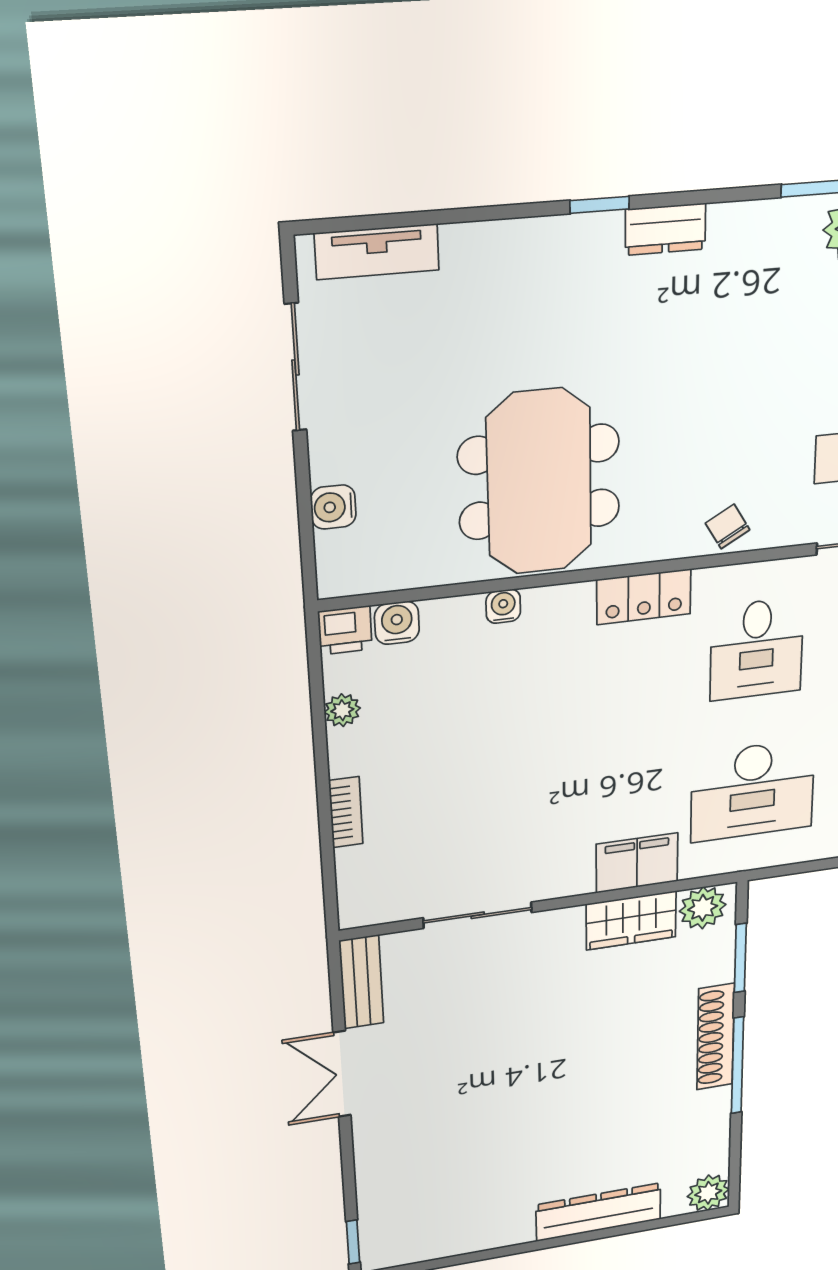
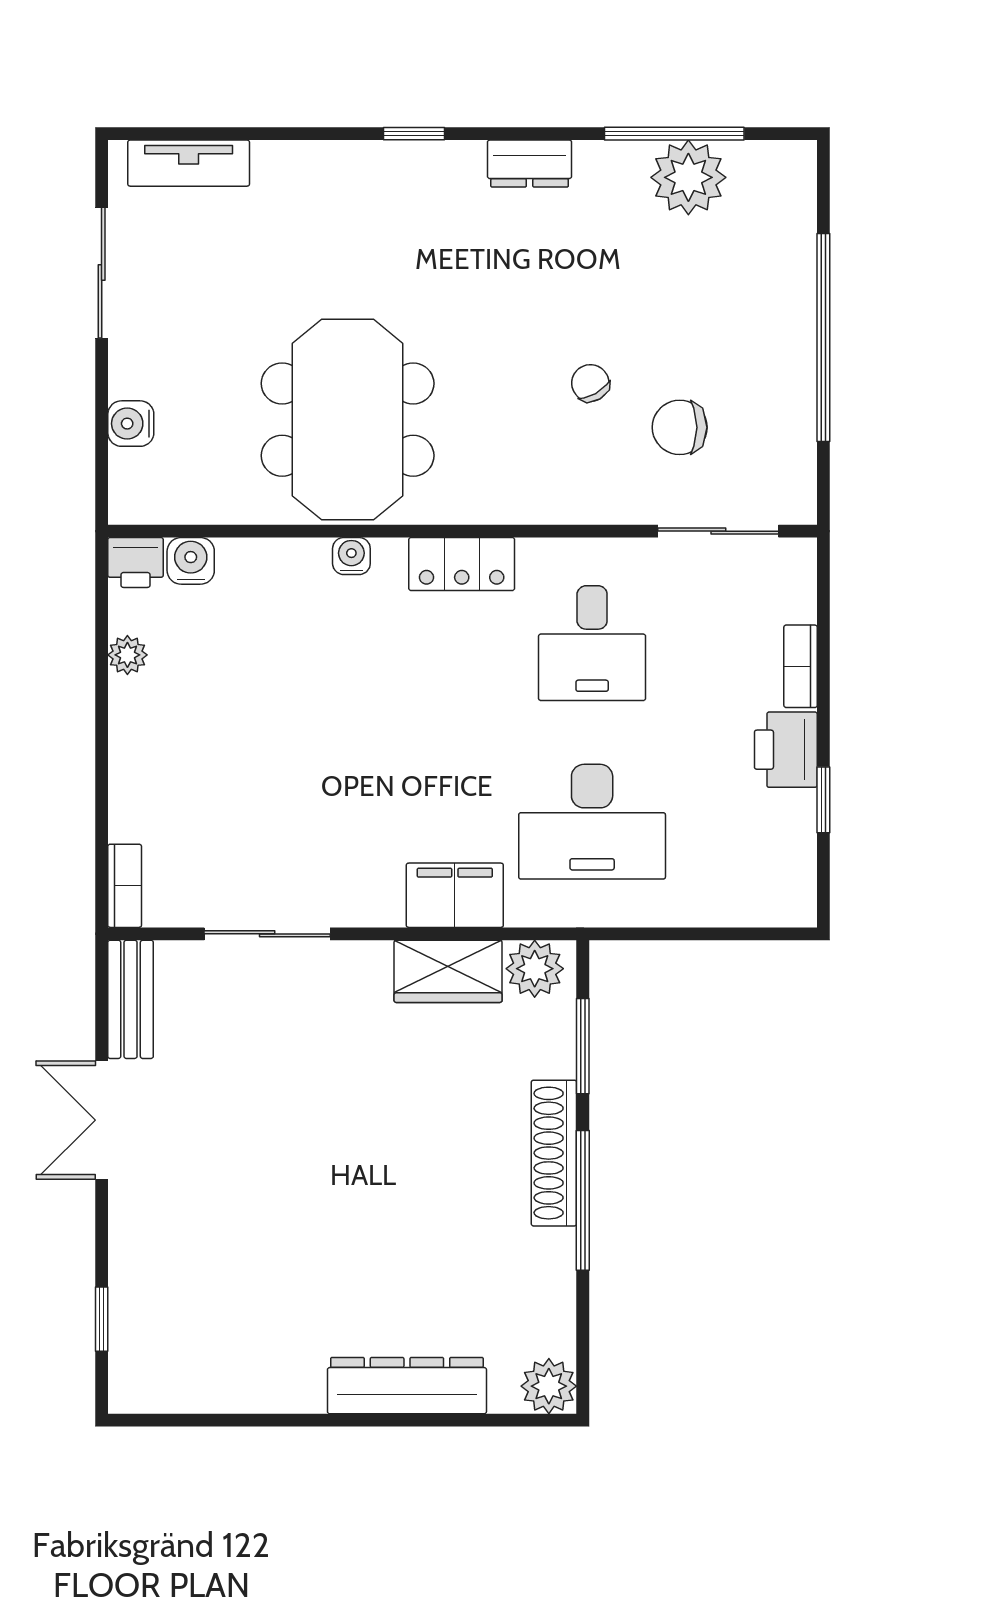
dresser: (666, 229) -> (530, 164), moved
chair: (728, 527) -> (590, 383), moved
water cooler: (503, 606) -> (351, 556), moved
bookcase: (346, 812) -> (125, 886), moved
window: (353, 1242) -> (102, 1319), moved

